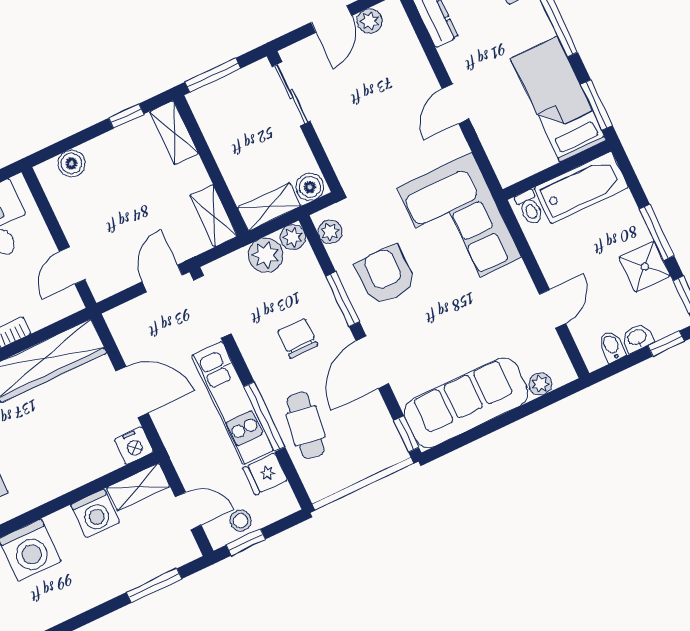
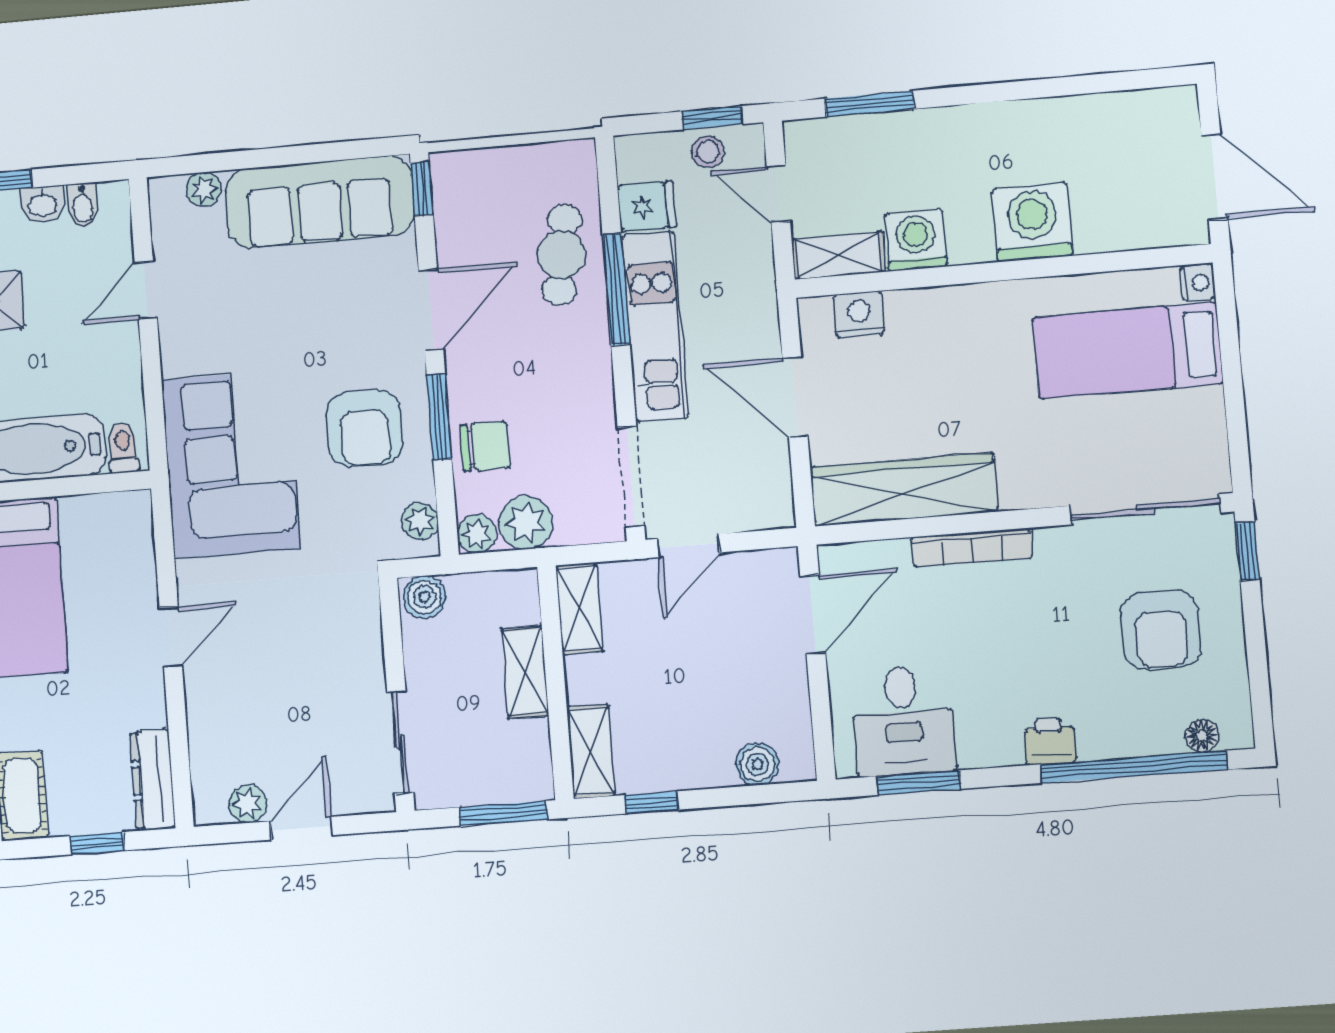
shelving: (269, 207) -> (525, 672), moved, turned 90
door: (72, 265) -> (813, 614), width x1.38
chair: (298, 338) -> (485, 446), moved, turned -90
nightstand: (134, 446) -> (859, 314), moved

